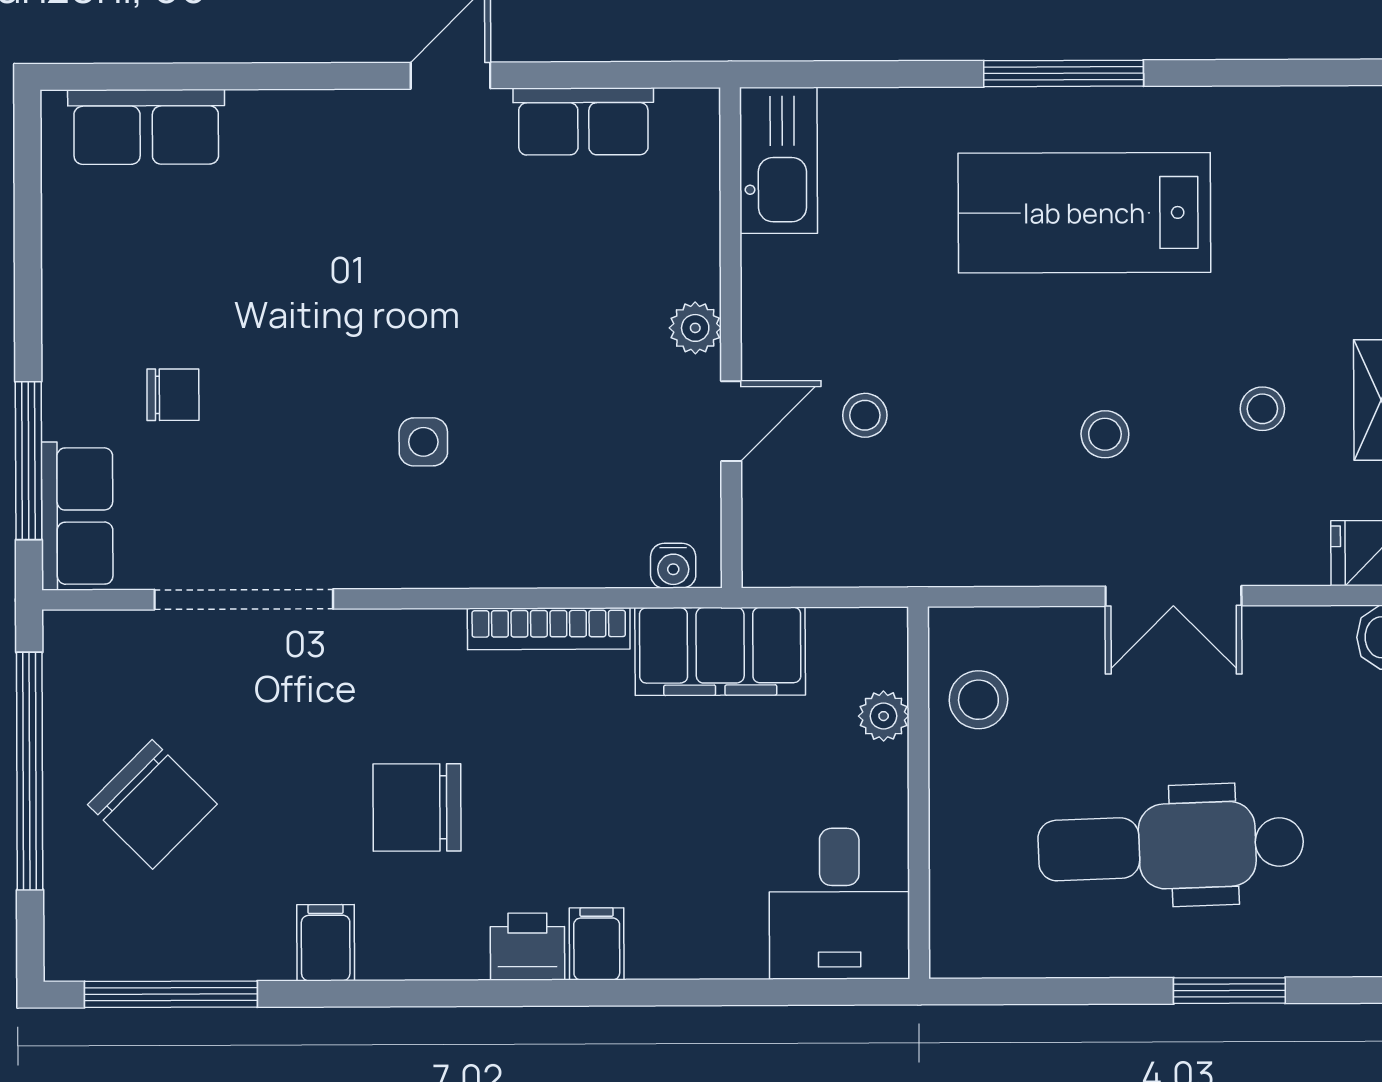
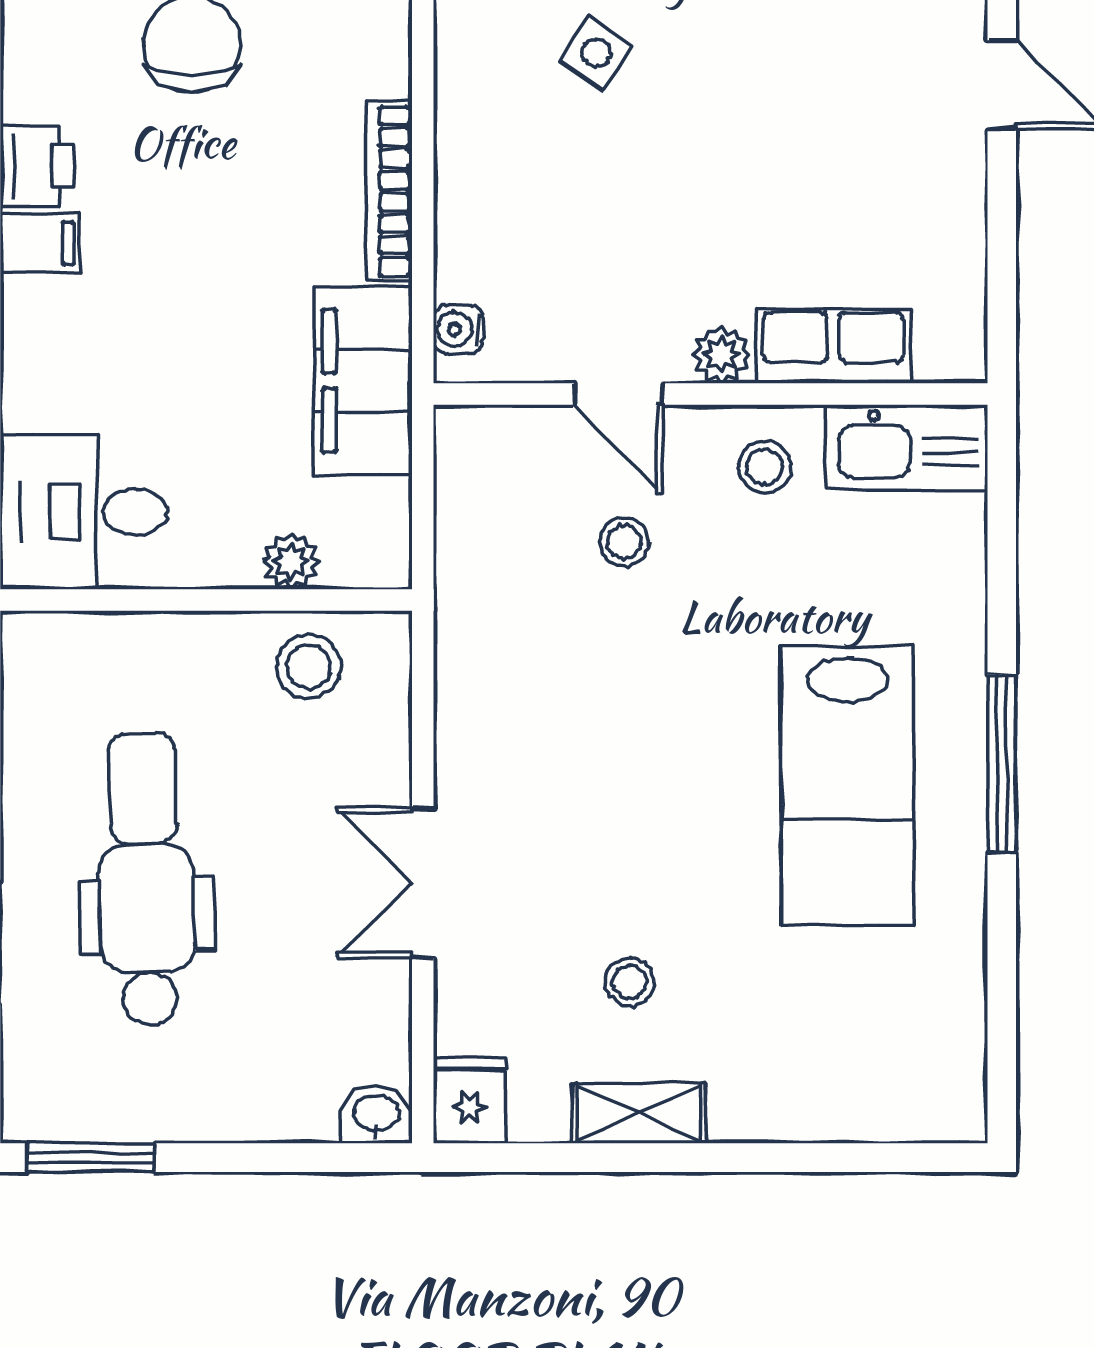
row of seats: (583, 121) -> (833, 346), moved, turned 90
lab bench: (1084, 213) -> (847, 786), turned 180
stool: (1105, 434) -> (765, 467), moved
side table: (423, 442) -> (596, 53), turned 33

